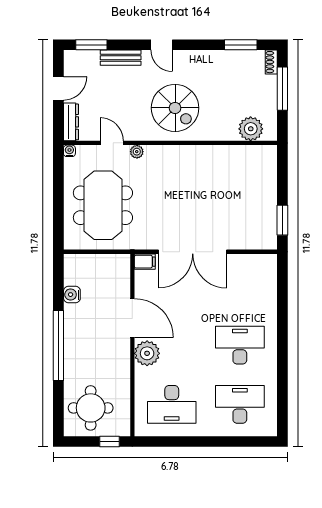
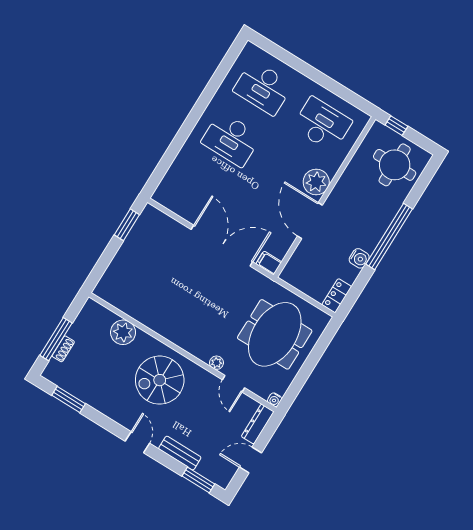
shoe rack: (271, 62) -> (63, 349), moved
spiral stairs: (175, 108) -> (160, 380), turned -90
plant: (251, 129) -> (123, 332), moved
locker: (71, 269) -> (337, 296), added
water cooler: (72, 295) -> (359, 258), moved

